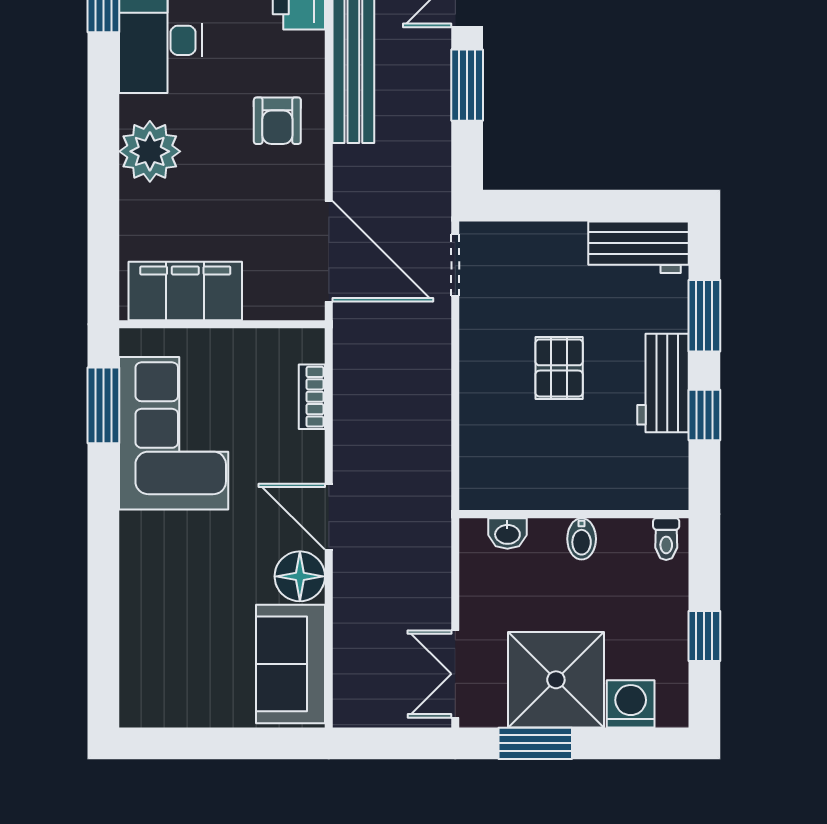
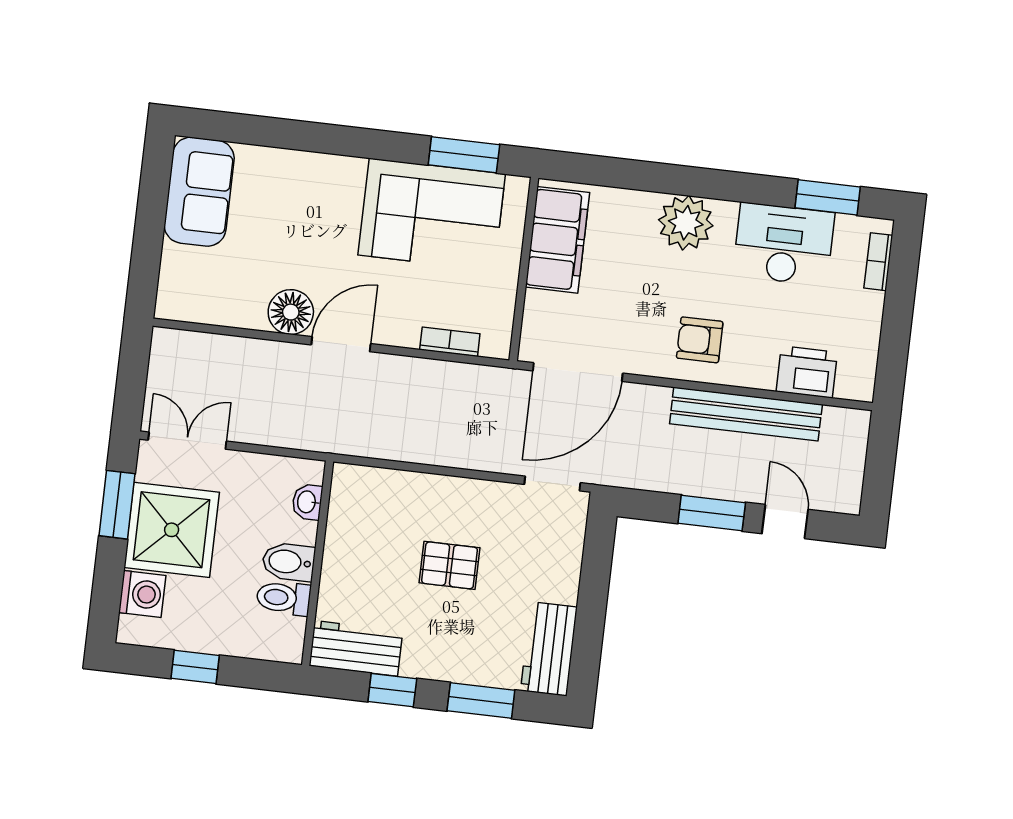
workbench: (663, 383) -> (356, 648), moved
bidet: (582, 539) -> (289, 562), width x1.38, depth x1.36
toilet: (666, 539) -> (284, 598), moved, width x1.37, depth x1.39
sofa: (290, 664) -> (199, 192), moved, turned 90

